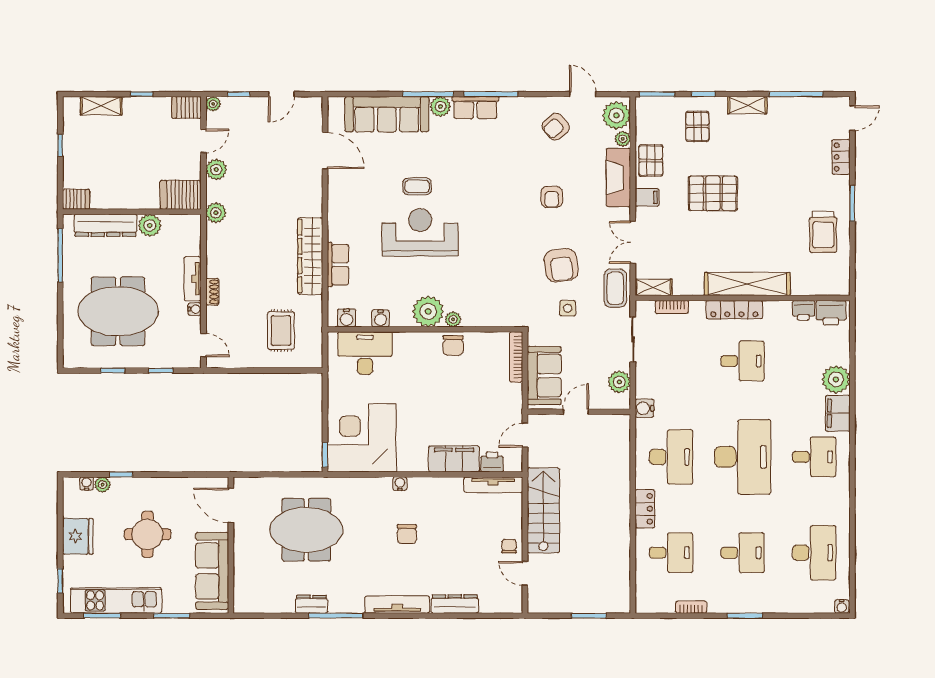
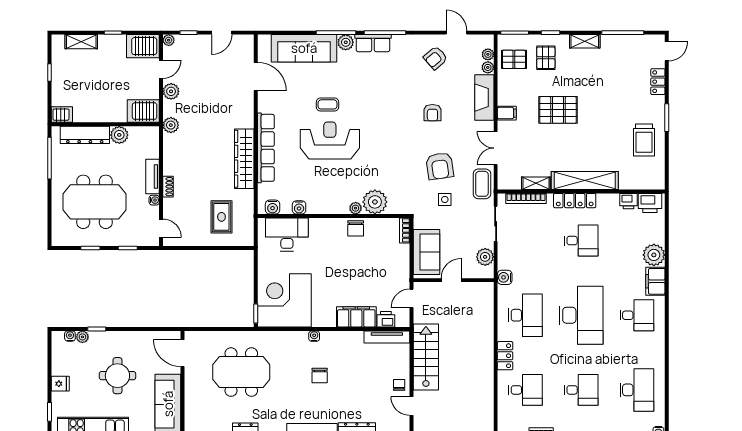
server rack: (186, 107) -> (143, 46), width x1.36, depth x1.44
plant: (616, 115) -> (488, 54), width x0.53, depth x0.53
pallet: (651, 160) -> (514, 59), moved, turned 90
row of seats: (338, 265) -> (266, 148), width x2.02
shelving: (654, 287) -> (536, 183), moved
bookcase: (672, 307) -> (526, 198), width x1.56
plant: (428, 311) -> (375, 202), moved
bookcase: (516, 357) -> (405, 230), width x0.64
fridge: (78, 536) -> (60, 384), width x0.53, depth x0.75

